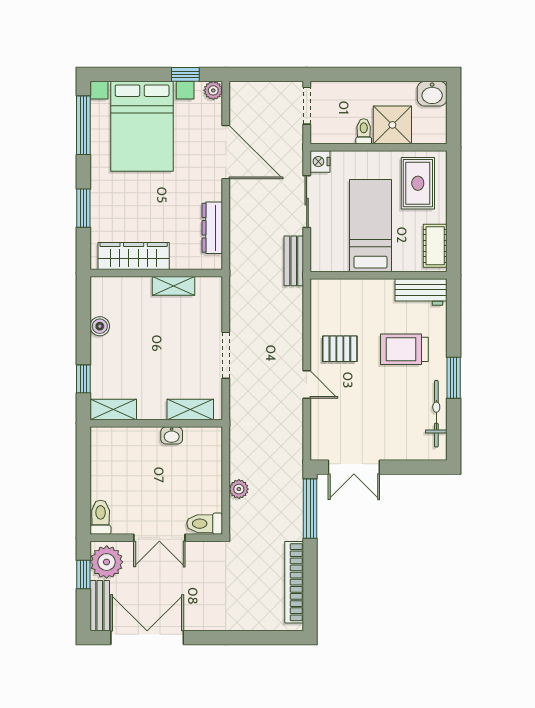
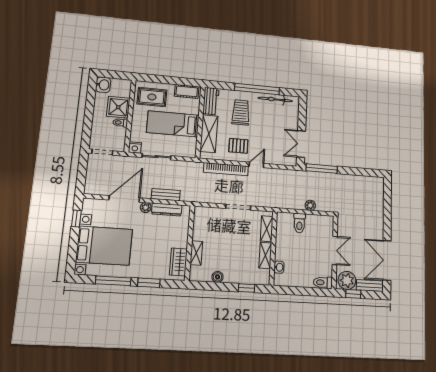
plant: (213, 90) -> (146, 207), moved
window: (83, 125) -> (113, 281), moved
wardrobe: (134, 256) -> (178, 262), width x0.67
bench: (294, 261) -> (166, 195), moved
shelving: (173, 286) -> (196, 253), moved
shelving: (358, 293) -> (209, 134), added
pallet: (340, 349) -> (238, 146), turned 90
trolley: (404, 349) -> (241, 112), turned 180
window: (454, 378) -> (257, 89), width x2.11
shelving: (113, 410) -> (265, 255), moved
washbasin: (172, 435) -> (279, 267), moved
double door: (354, 467) -> (301, 144), swing flipped
toilet: (205, 524) -> (299, 223), moved
bookcase: (294, 582) -> (226, 169), moved

